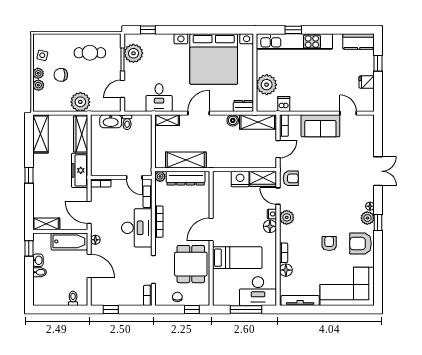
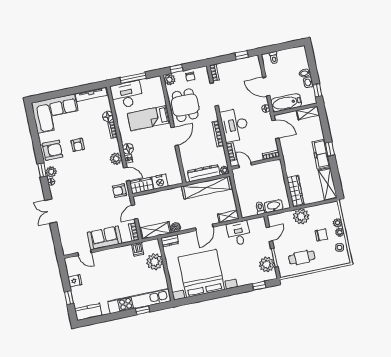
shelving: (186, 160) -> (207, 188), width x1.47
freezer: (80, 170) -> (321, 154), moved, turned 180
plant: (203, 298) -> (170, 80), added

